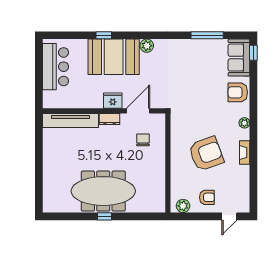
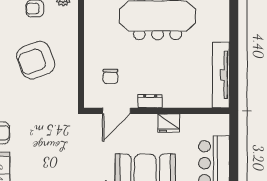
fridge: (113, 101) -> (169, 123), moved
tv unit: (71, 121) -> (221, 75), moved, turned -90

